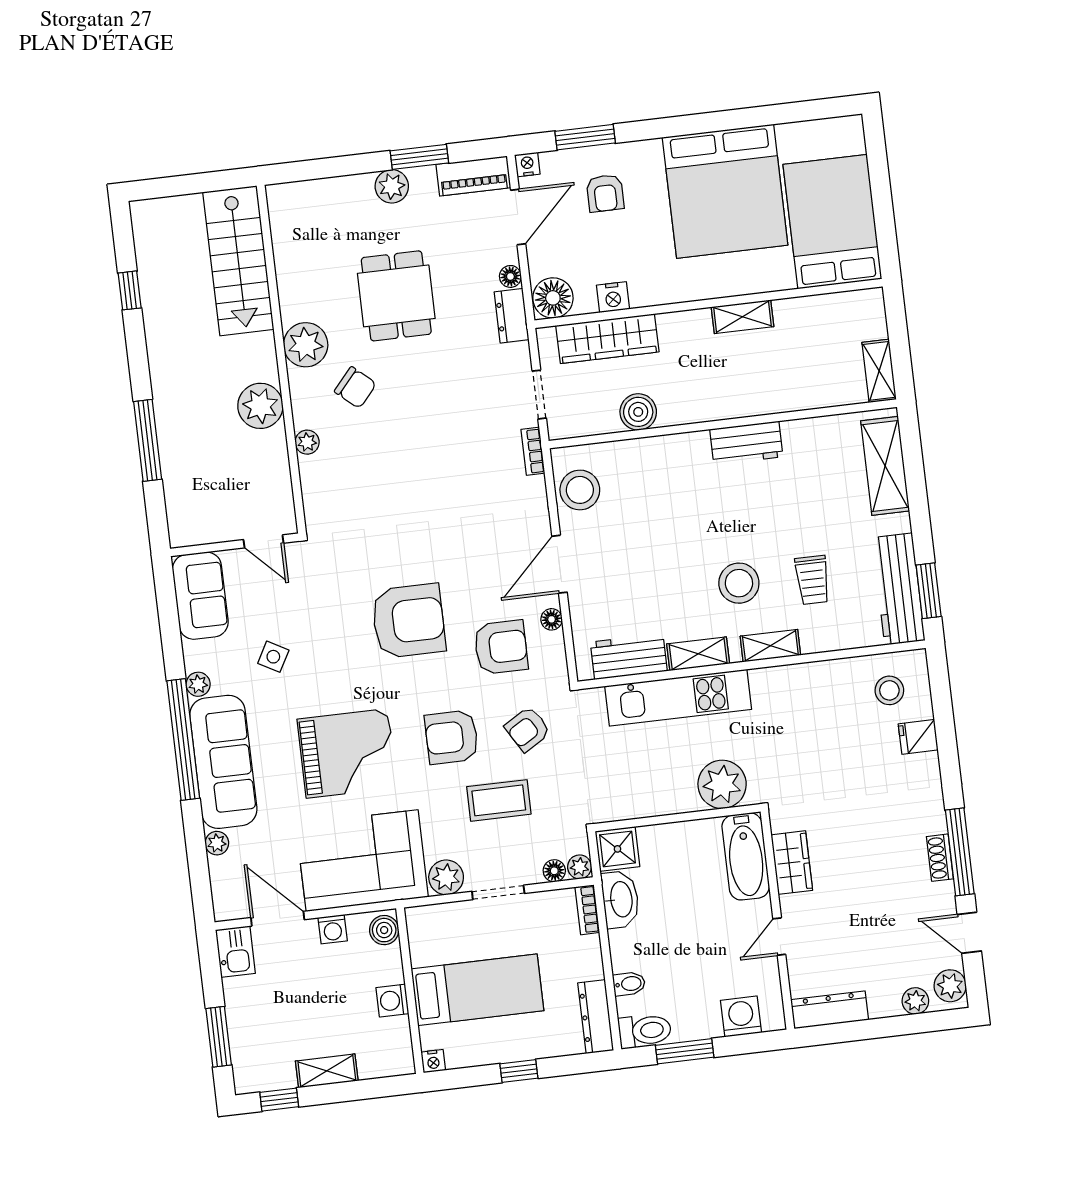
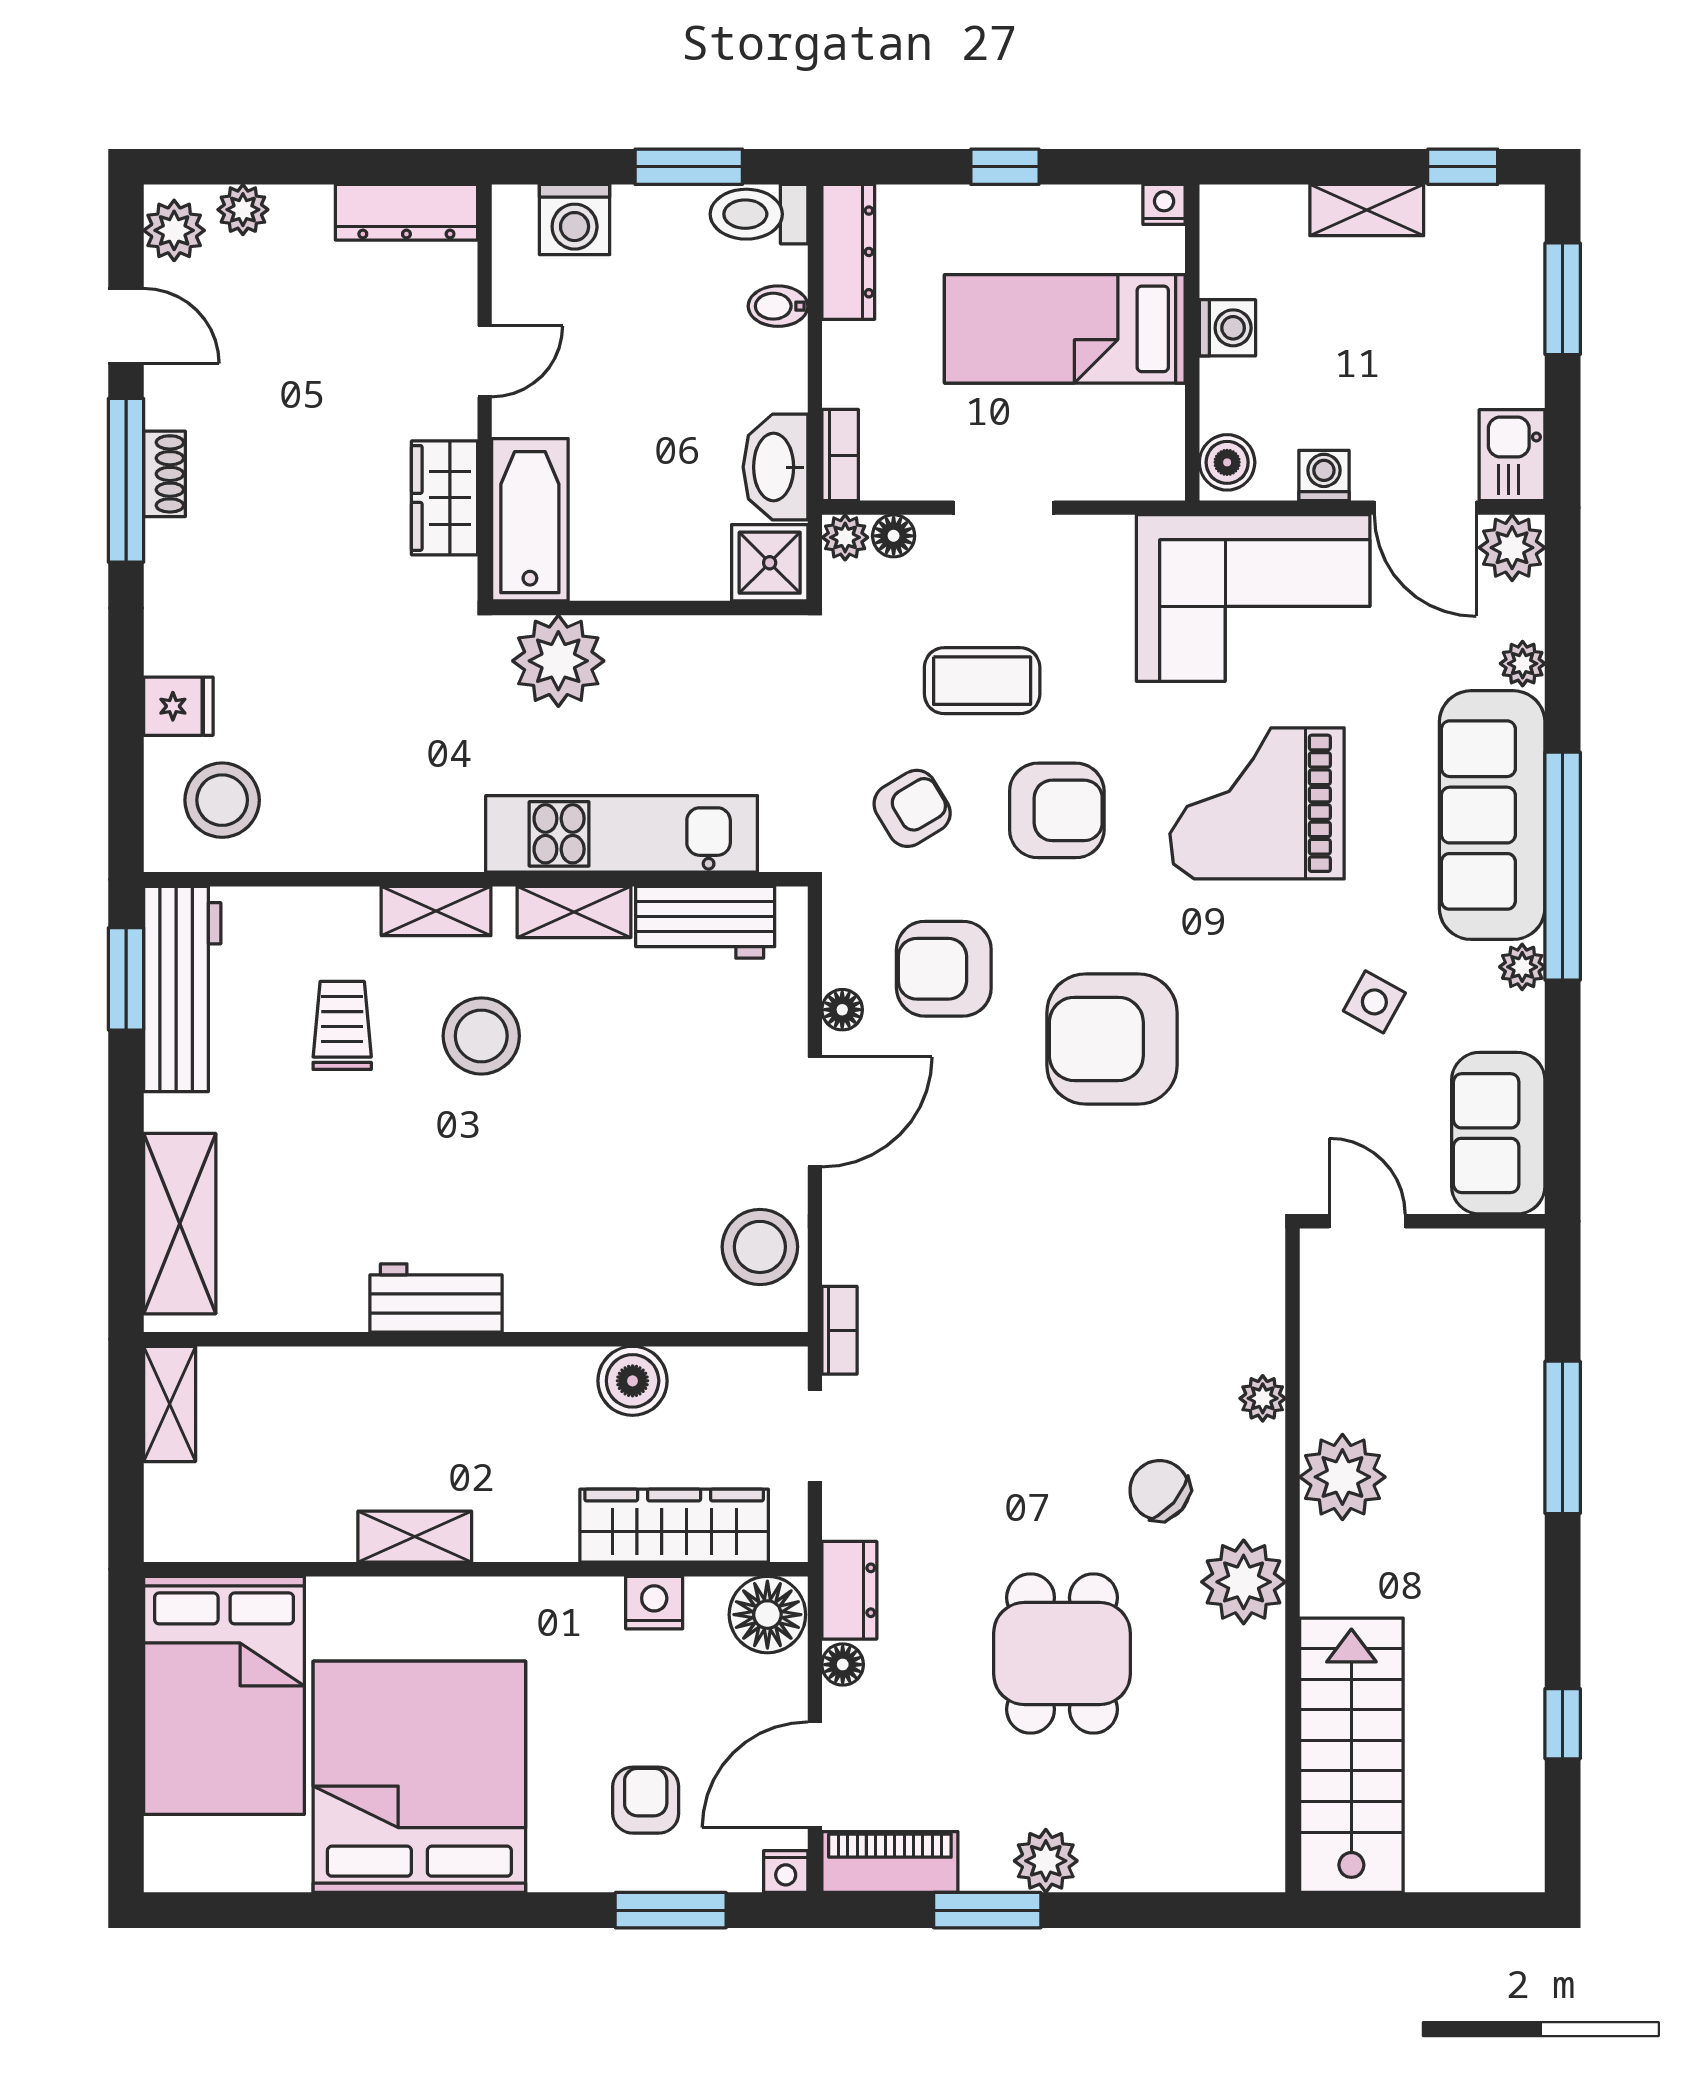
stool: (889, 690) -> (222, 800), width x1.38, depth x1.38
plant: (446, 877) -> (1512, 548), moved

